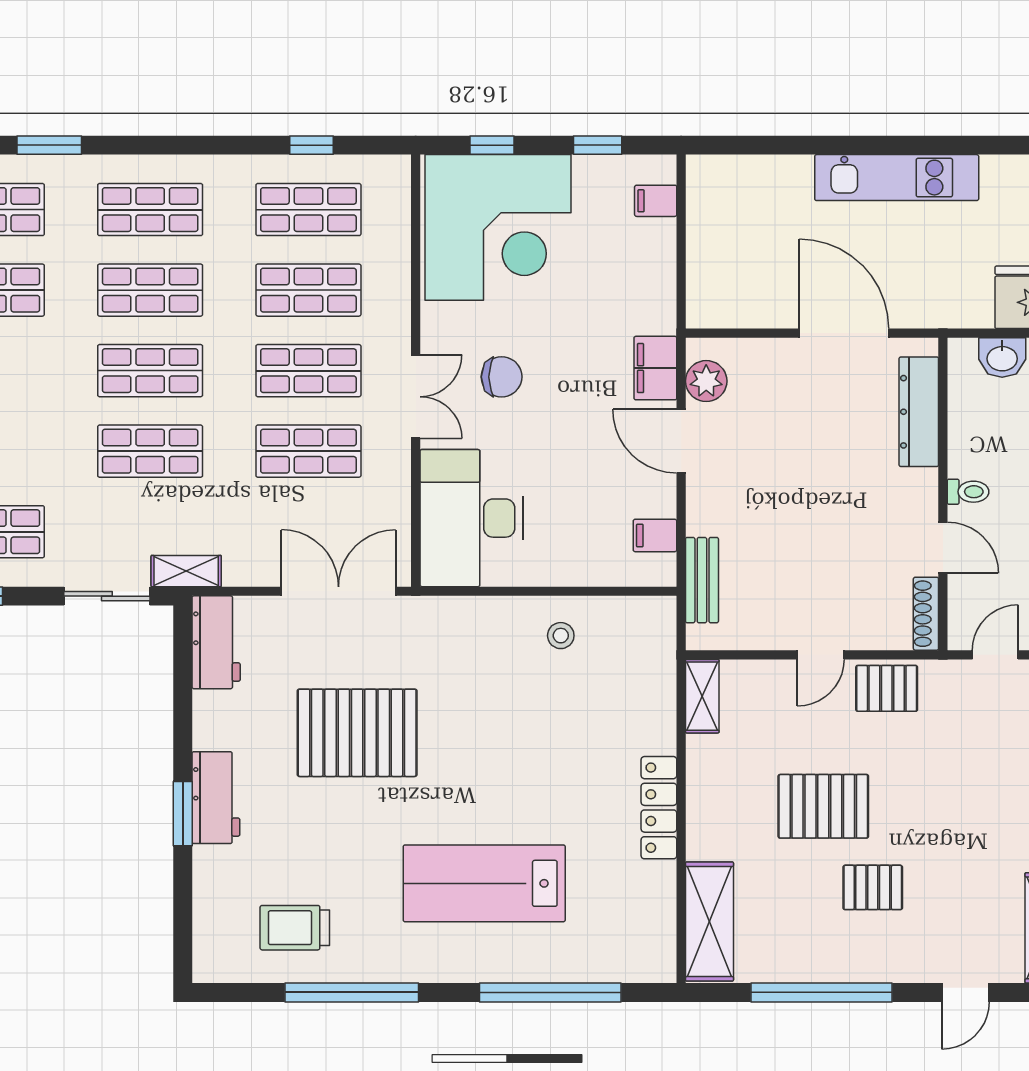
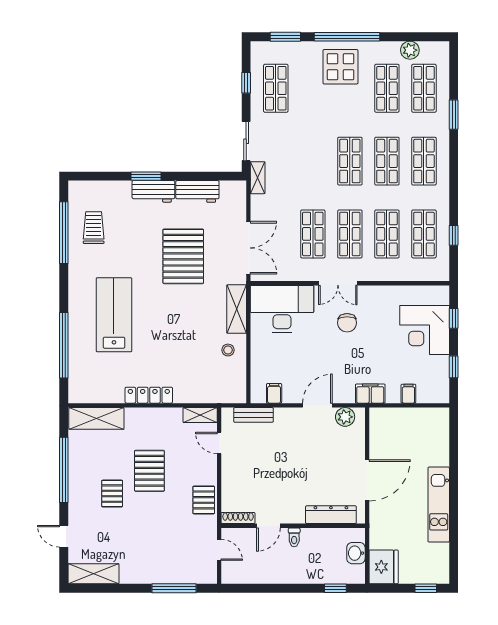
filing cabinet: (656, 201) -> (408, 394), moved
corner desk: (498, 227) -> (425, 330), width x0.74, depth x0.74
filing cabinet: (655, 368) -> (370, 394), moved
shop shelf: (150, 451) -> (313, 161), removed
shelving: (472, 617) -> (237, 309), added
workbench: (216, 642) -> (197, 191), moved
door: (821, 655) -> (219, 443), moved
window: (352, 992) -> (64, 233), moved

